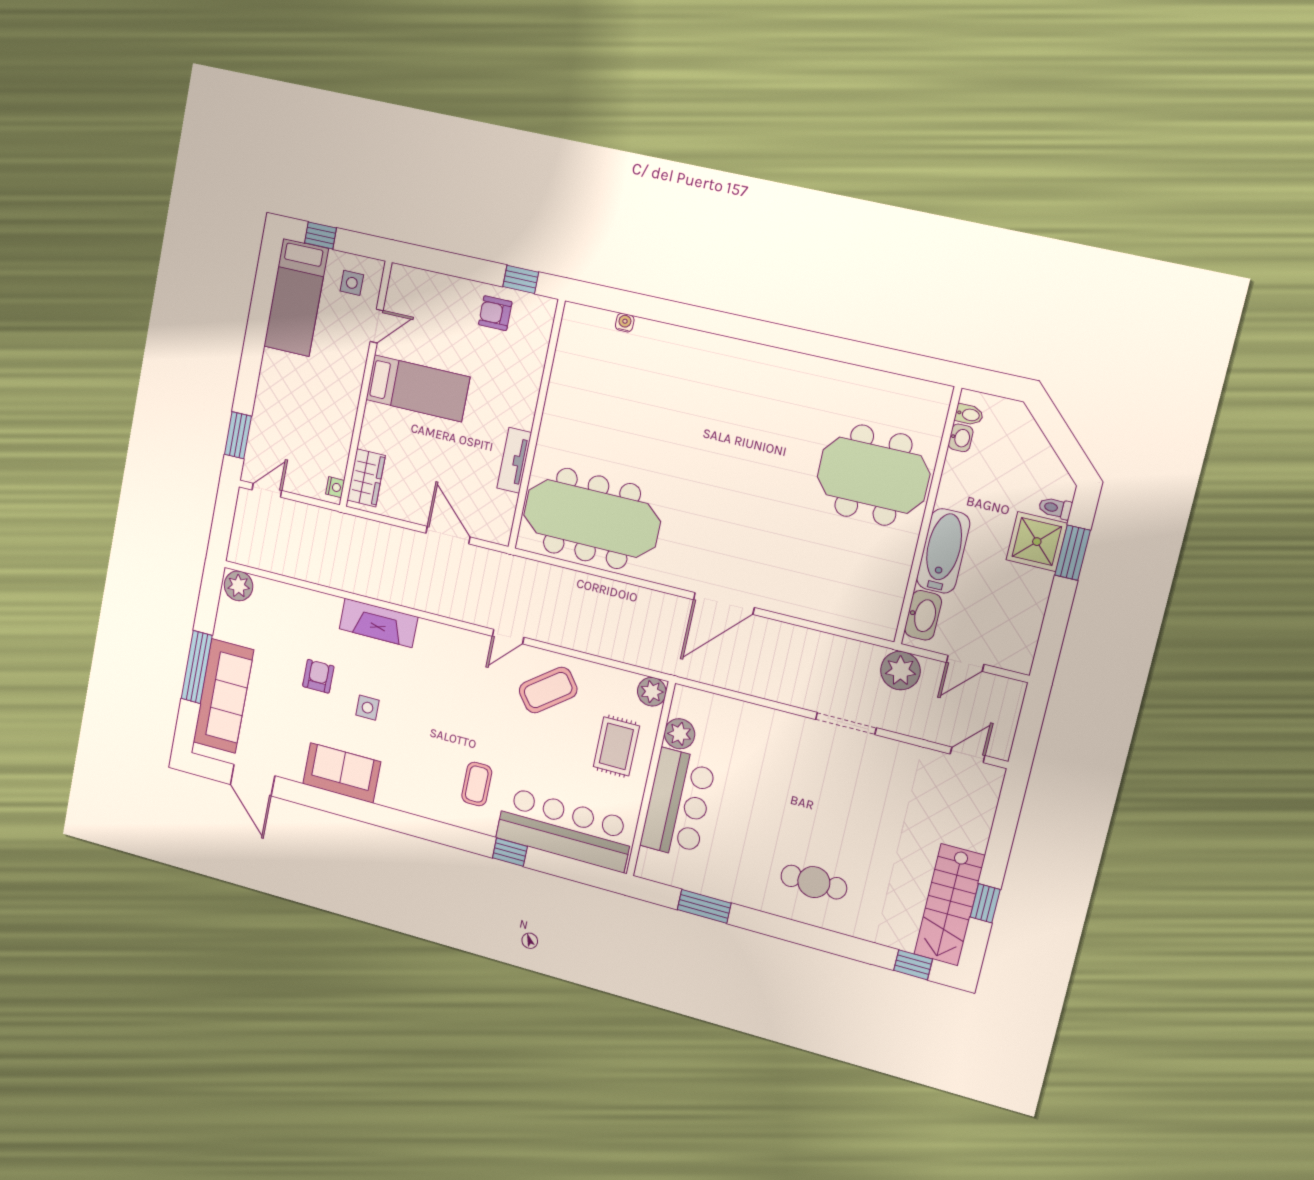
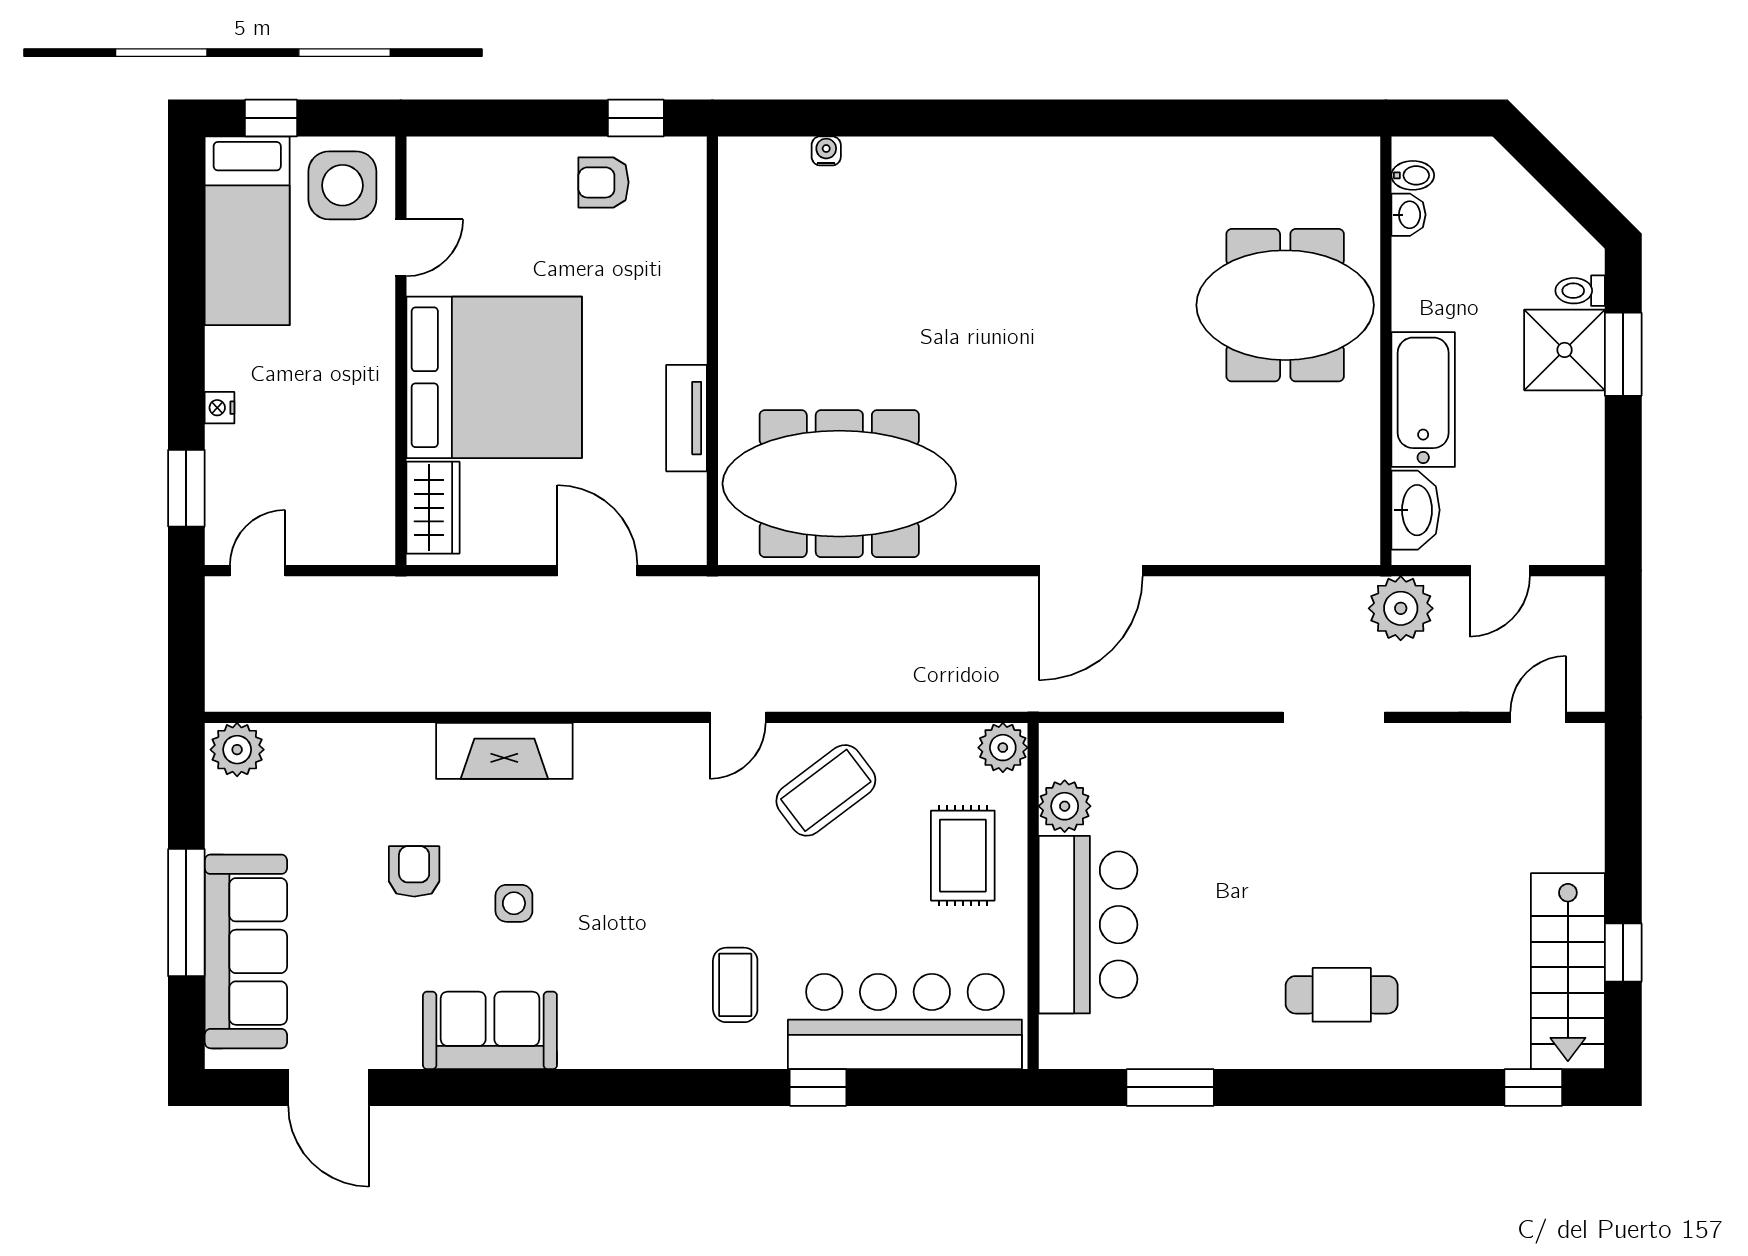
side table: (352, 283) -> (342, 185), width x1.87, depth x1.87
bed: (418, 388) -> (494, 377), width x2.04
nightstand: (335, 487) -> (220, 408), moved, turned 180

